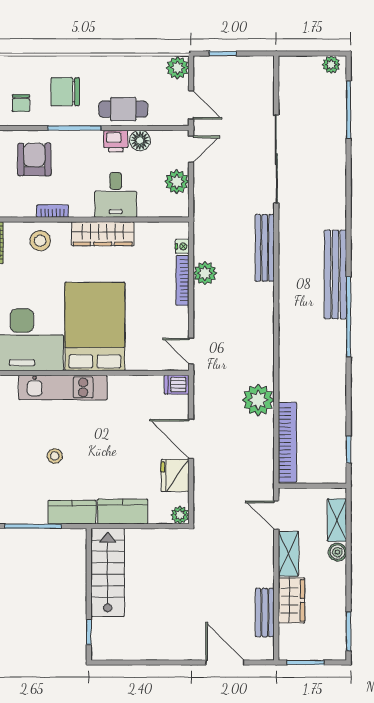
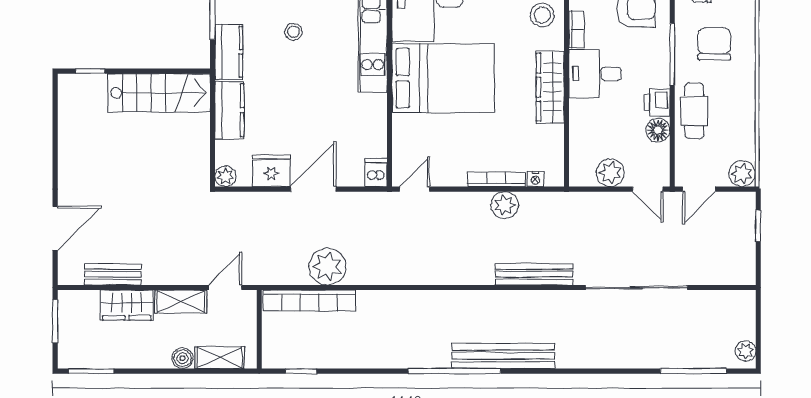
desk: (116, 195) -> (595, 74), moved
plant: (258, 400) -> (327, 267), moved

